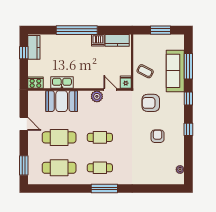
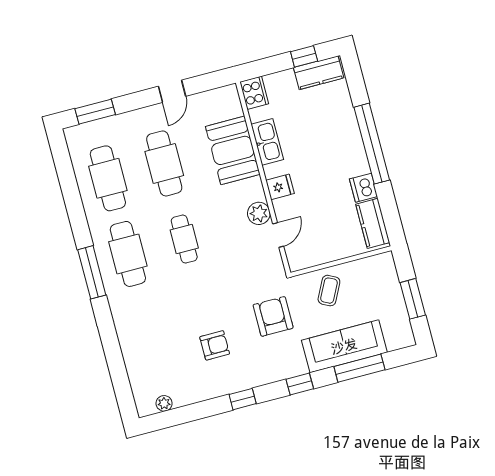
fridge: (126, 82) -> (280, 187), moved
cafe table: (100, 168) -> (128, 254), width x1.37, depth x1.35

